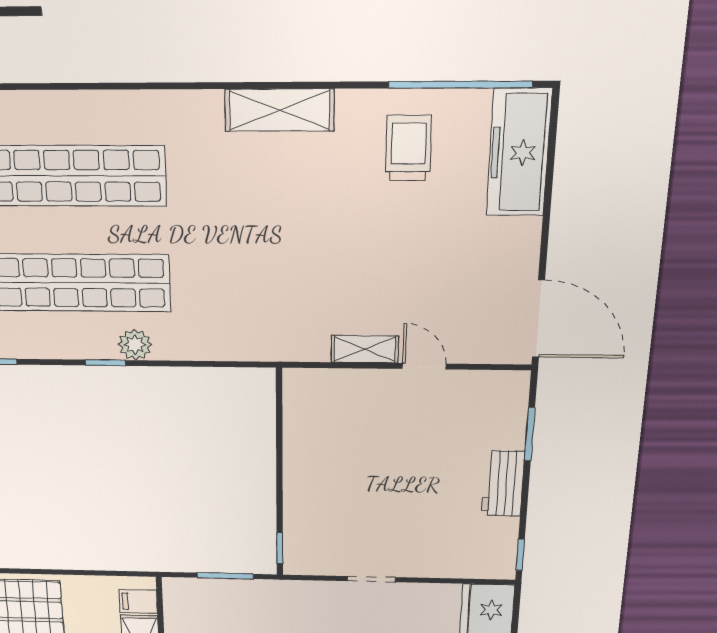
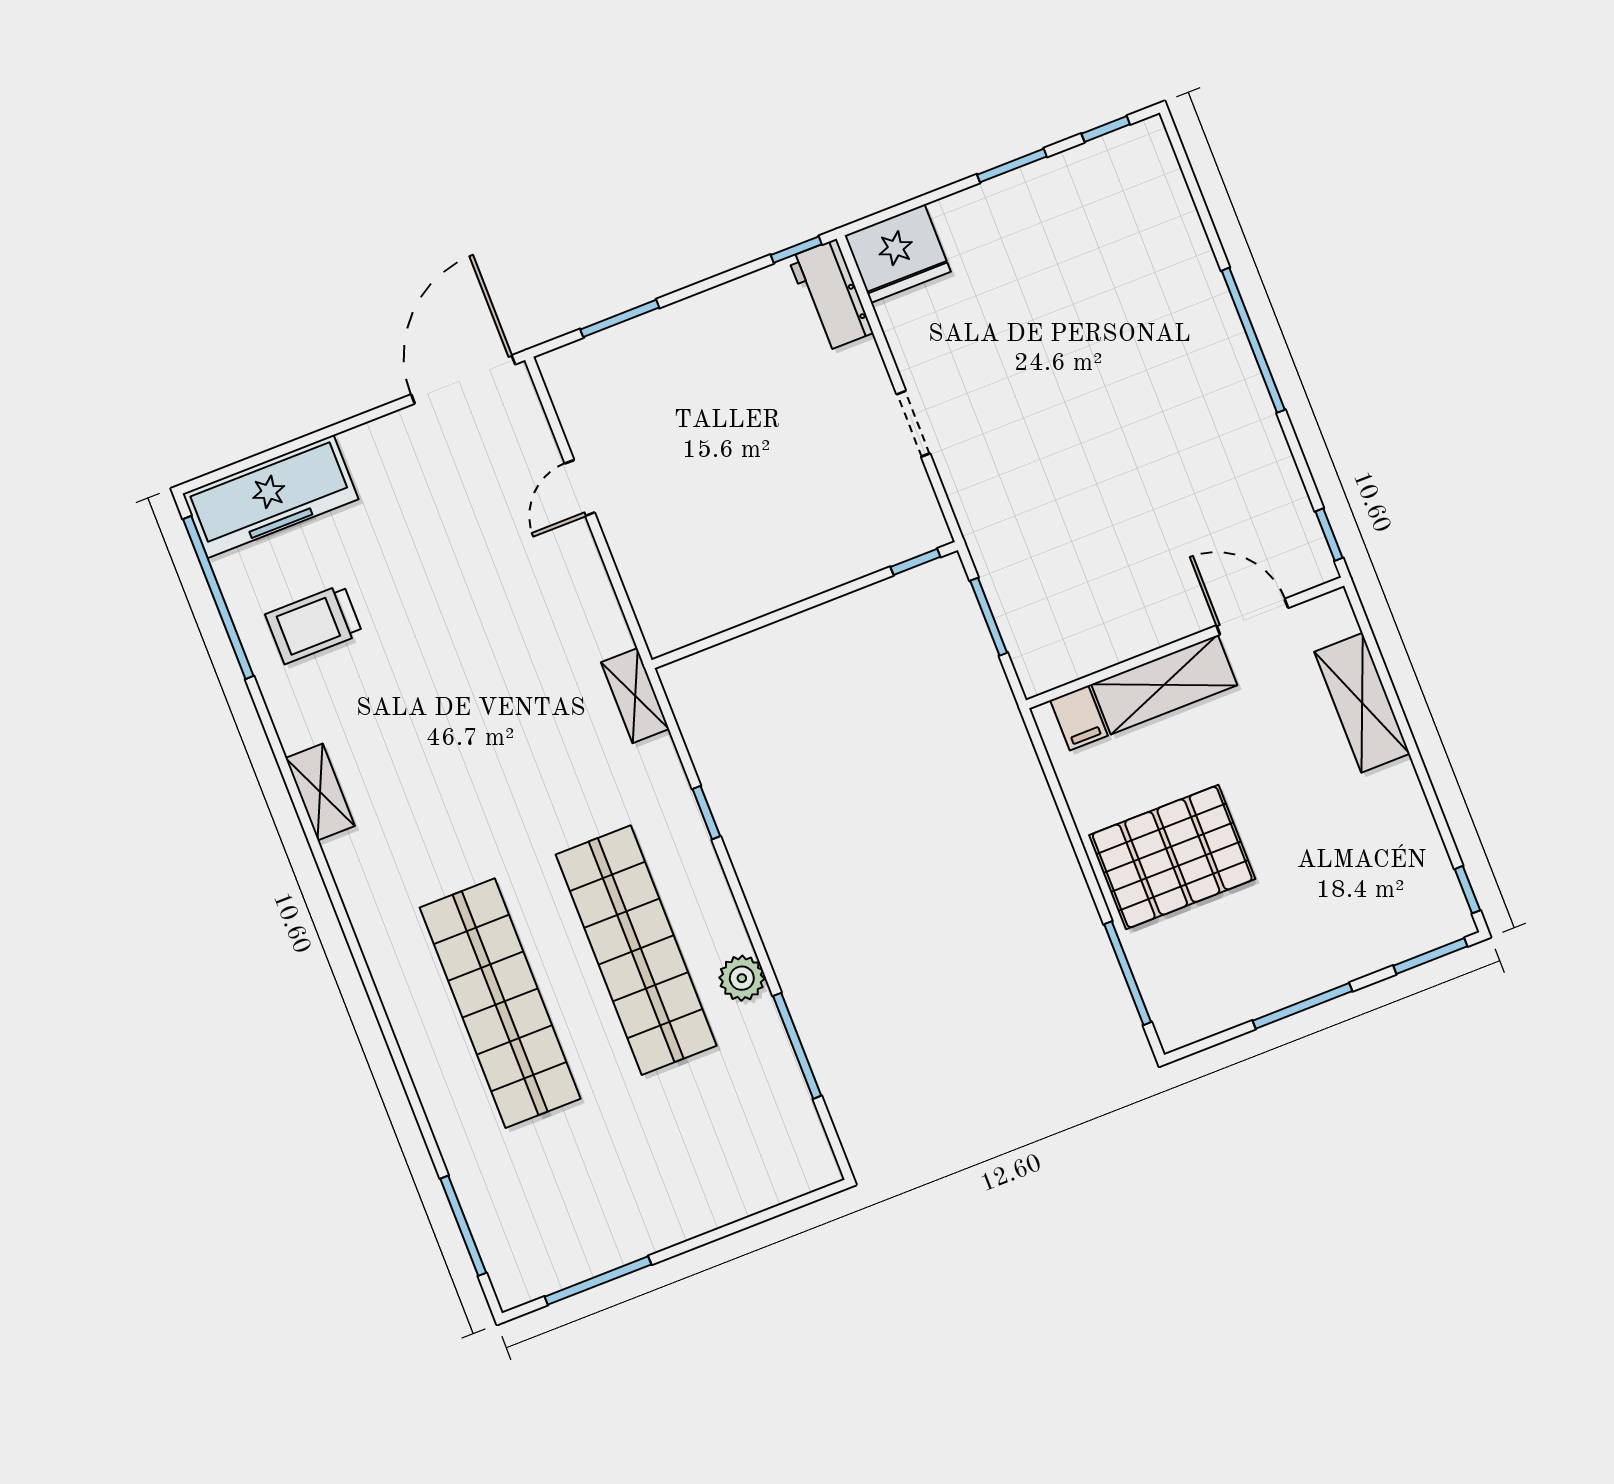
shelving: (279, 110) -> (320, 792), width x0.67, depth x0.75
plant: (135, 345) -> (742, 978), moved
shelving: (365, 349) -> (635, 696), moved
window: (105, 363) -> (706, 813), moved
workbench: (503, 484) -> (831, 295), moved, turned 90

